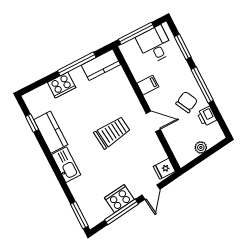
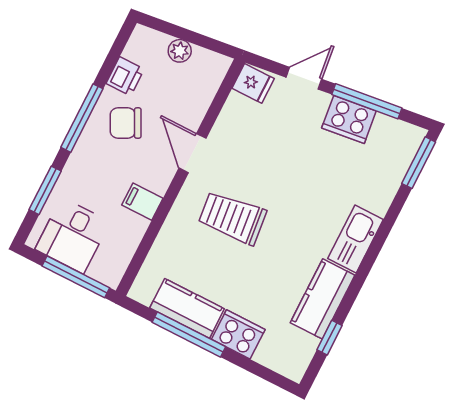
kitchen counter: (101, 65) -> (187, 308), moved
trolley: (112, 132) -> (232, 218), moved

